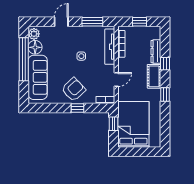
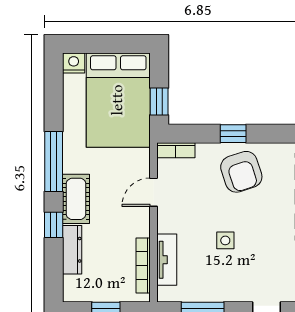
tv unit: (110, 47) -> (167, 260), width x0.71
armchair: (73, 90) -> (241, 172), turned -65
window: (165, 95) -> (54, 162), width x2.17
nightstand: (155, 143) -> (74, 63), added

